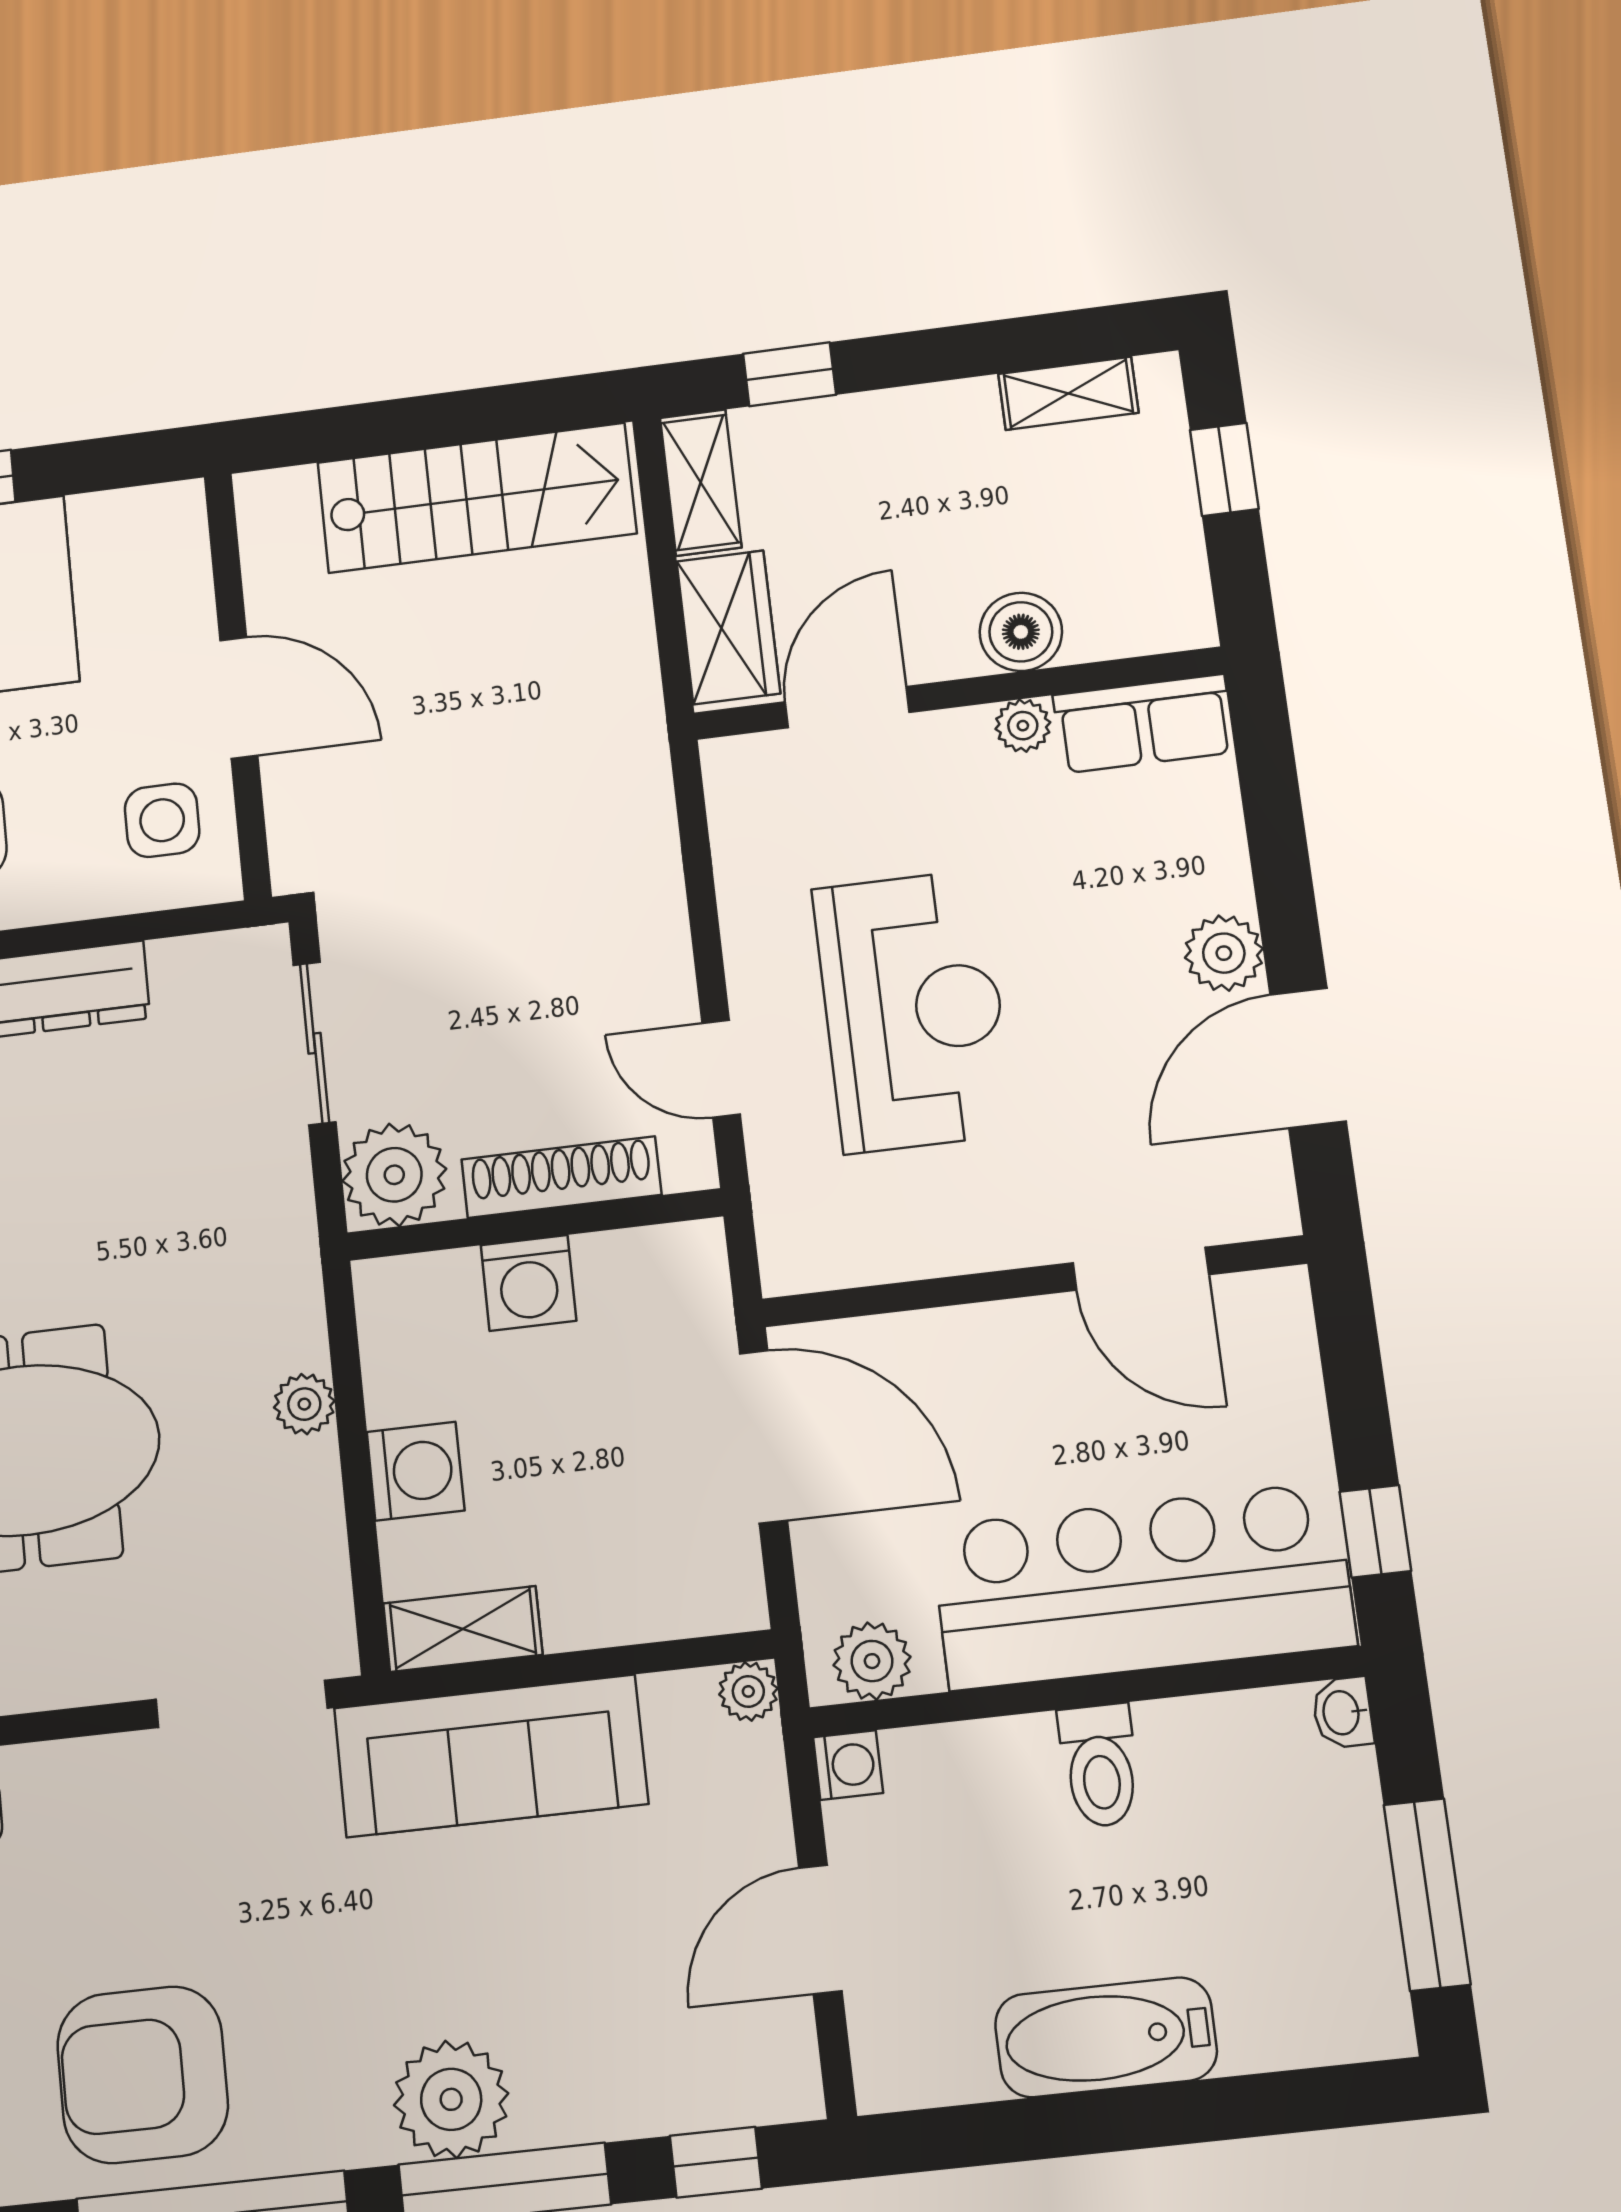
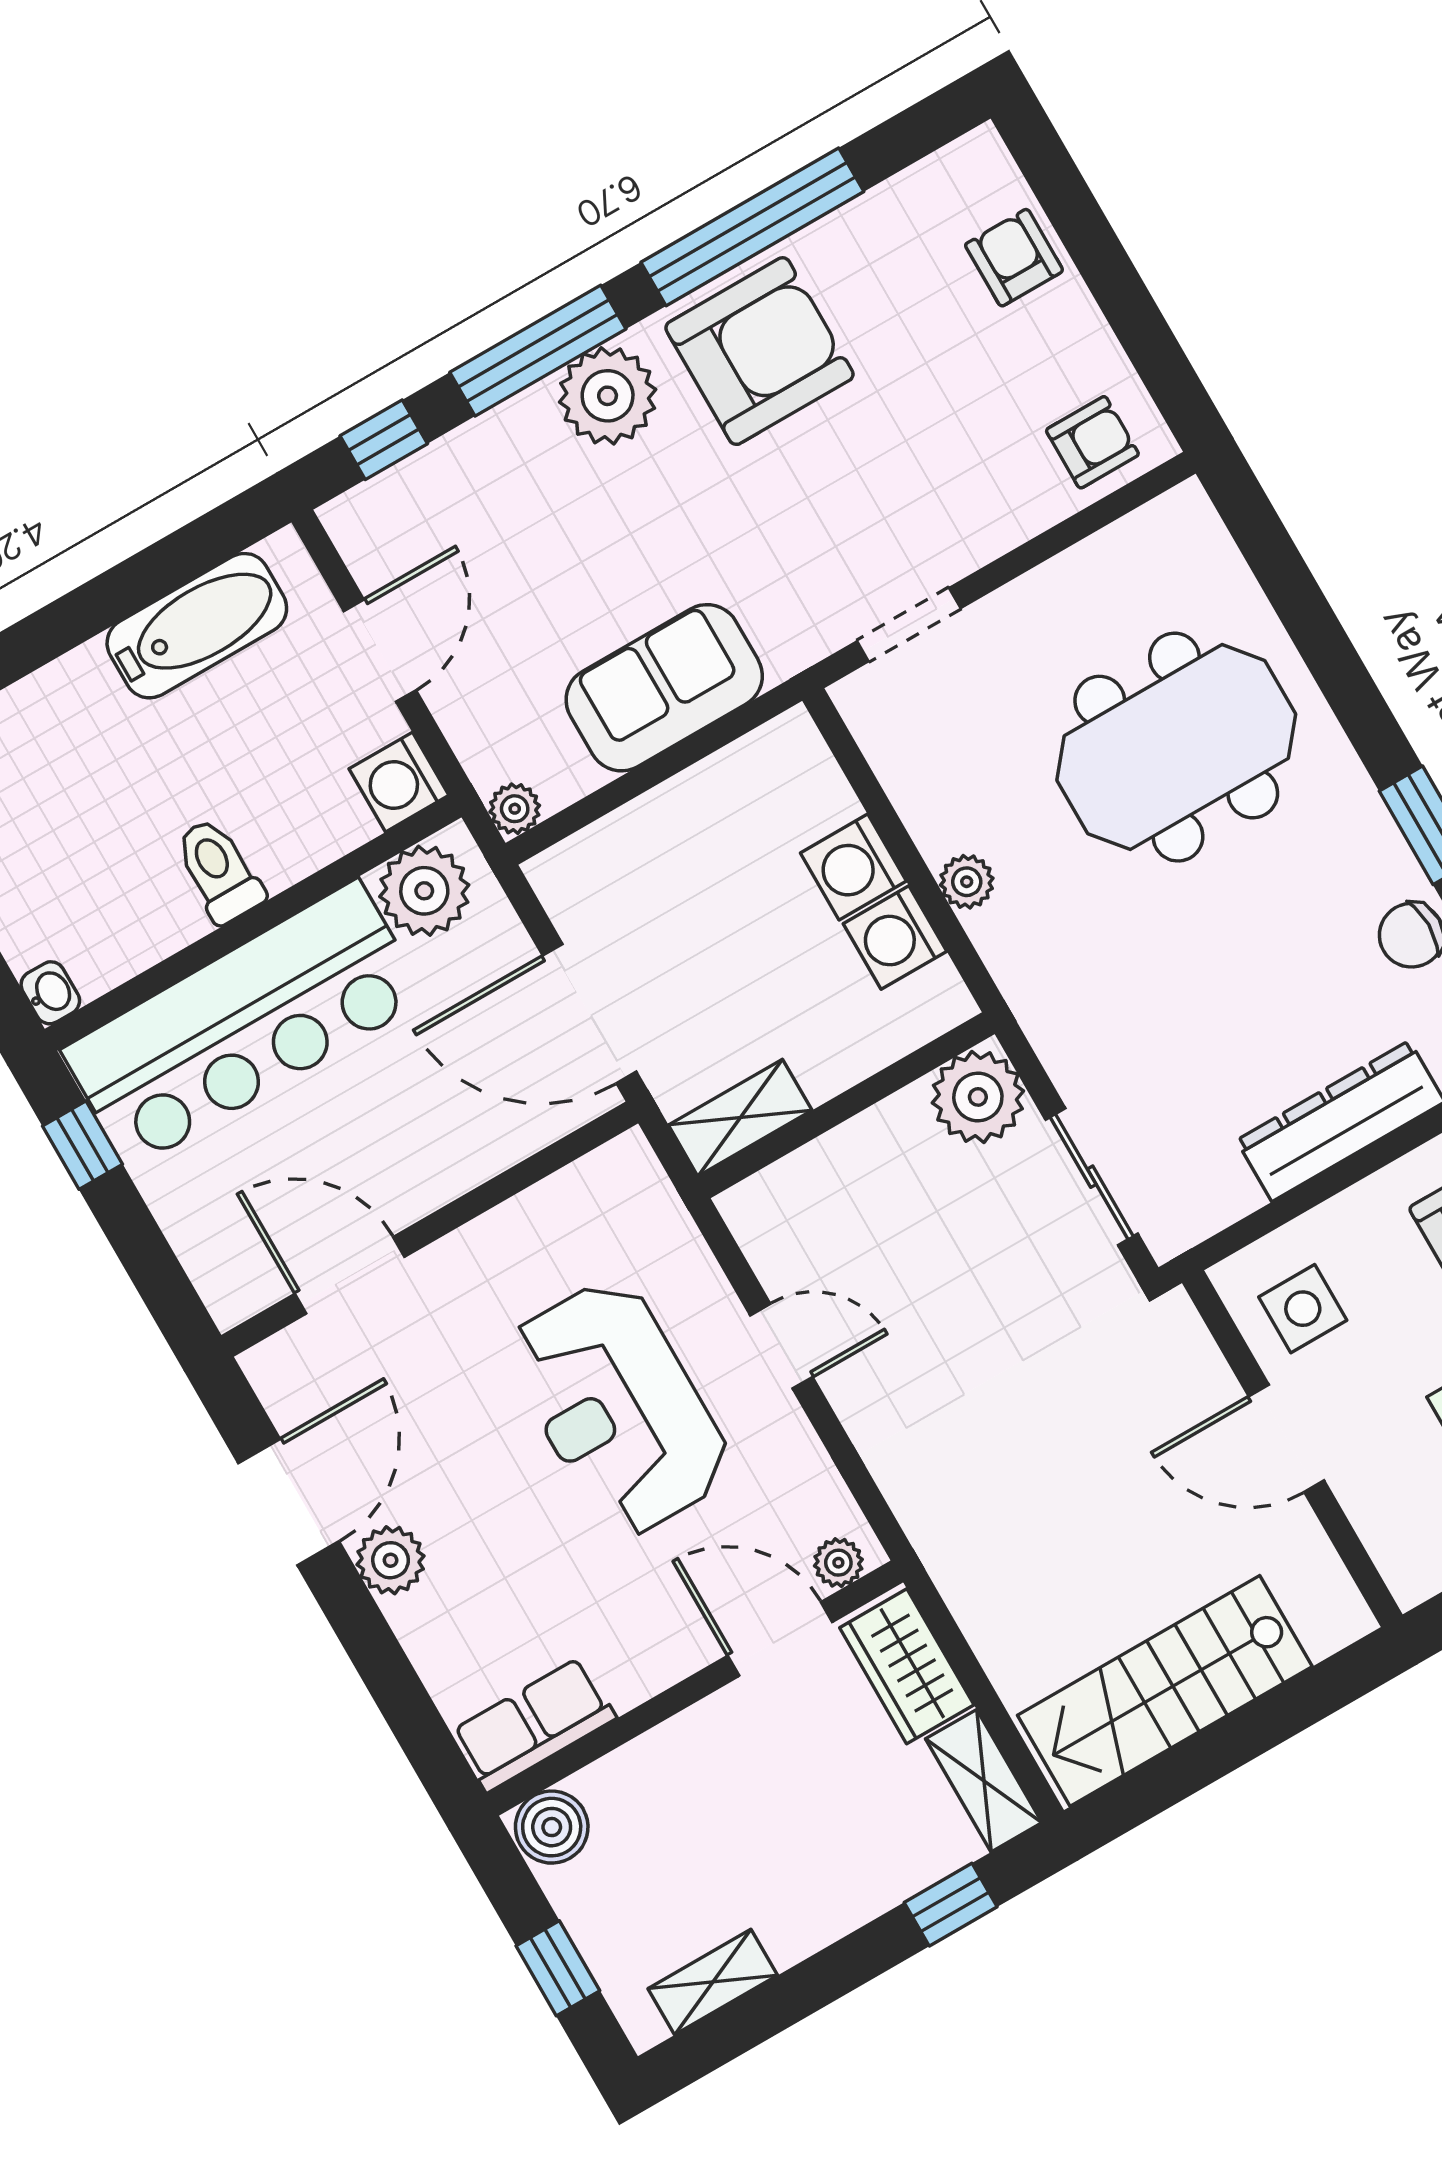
boiler: (1021, 632) -> (552, 1827), moved
door: (847, 707) -> (780, 1639), swing flipped
plant: (1023, 726) -> (838, 1563), moved
door: (721, 1069) -> (781, 1346), moved
shoe rack: (561, 1177) -> (842, 1153), removed
washing machine: (529, 1283) -> (895, 937), moved, turned -90
shelving: (463, 1629) -> (740, 1118), moved
plant: (872, 1661) -> (424, 891), width x1.36, depth x1.36
doorway: (241, 1704) -> (909, 625), width x0.73
sofa: (491, 1756) -> (664, 688), width x0.73
washing machine: (848, 1765) -> (399, 782), width x1.38, depth x1.38
bathtub: (1106, 2037) -> (197, 626), moved
armchair: (143, 2075) -> (759, 351), moved

